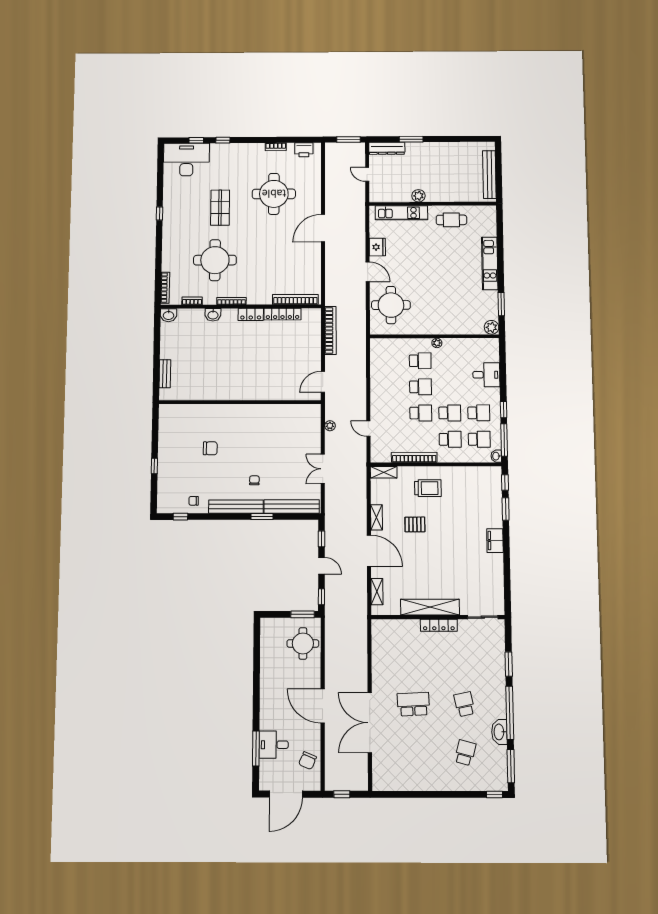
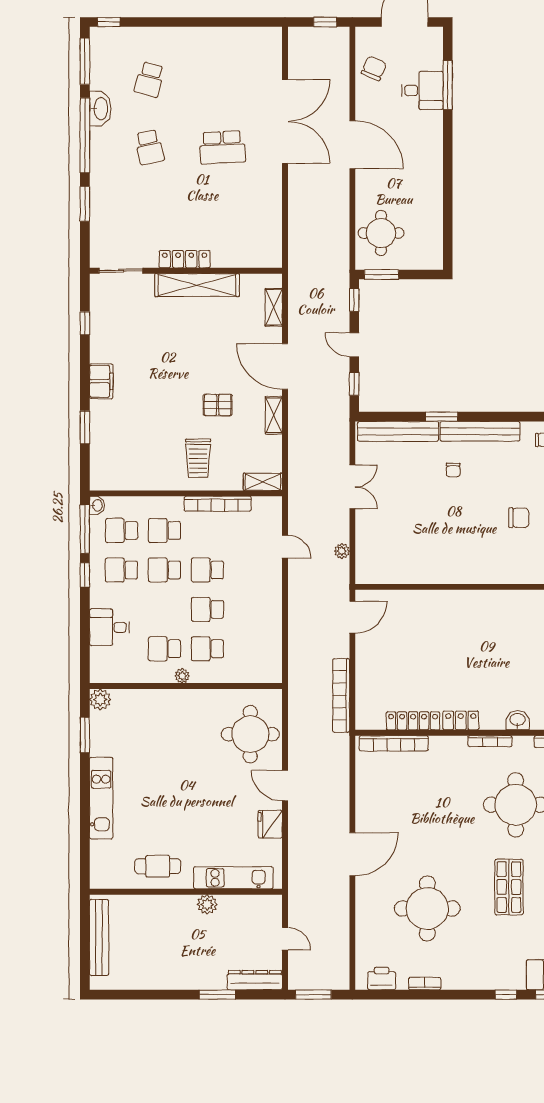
school desk: (449, 361) -> (164, 649), added
chair: (210, 448) -> (519, 518), turned 180
window: (505, 482) -> (85, 323), moved
trolley: (428, 488) -> (198, 458), turned -90

